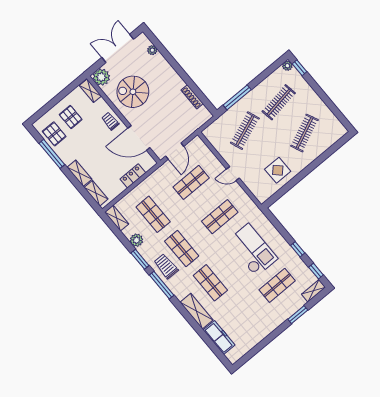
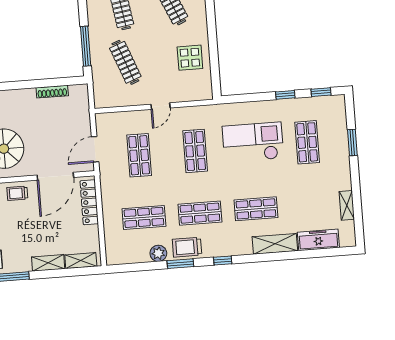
door: (175, 151) -> (95, 149), swing flipped
locker: (133, 176) -> (89, 202), width x1.53
shelving: (117, 218) -> (121, 257), removed
trolley: (166, 266) -> (187, 247), moved
window: (162, 285) -> (223, 260), width x0.46
shelving: (313, 291) -> (347, 205), moved

